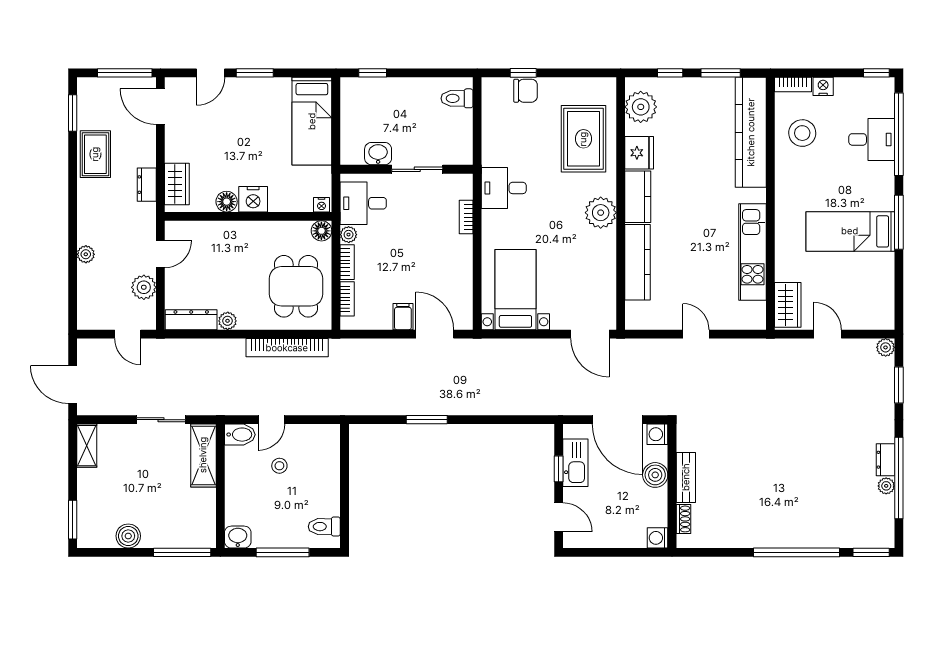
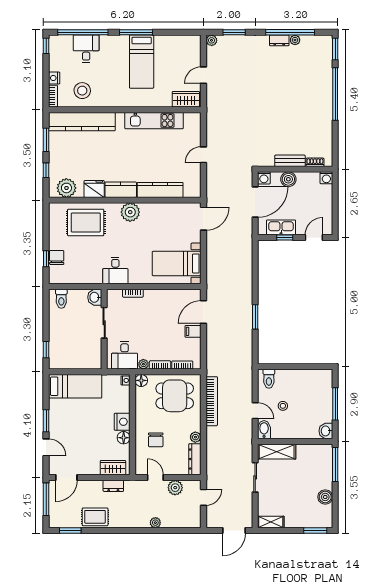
washbasin: (378, 154) -> (95, 297), moved
chair: (223, 255) -> (156, 440), added
toilet: (324, 527) -> (269, 379), moved

